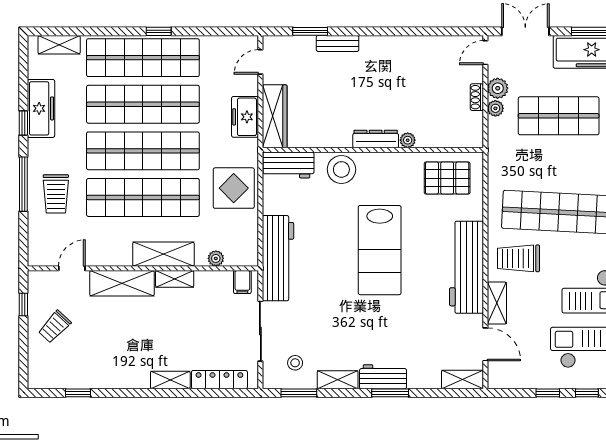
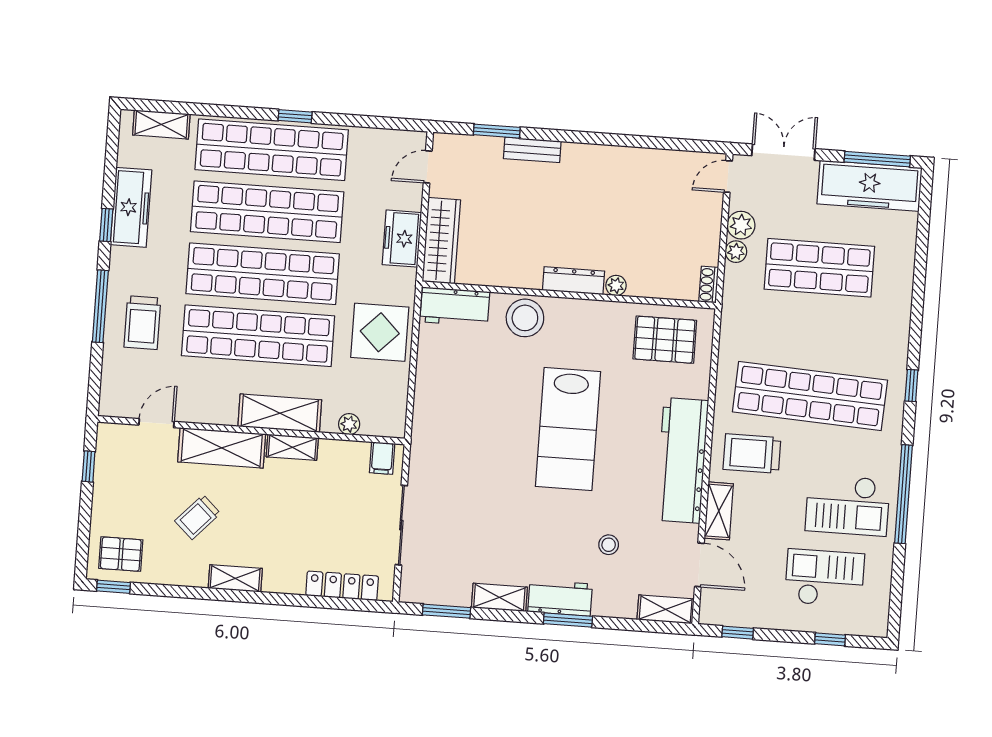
shoe rack: (477, 97) -> (709, 285), moved
workbench: (278, 258) -> (432, 430), removed
trolley: (55, 327) -> (198, 517), moved
stool: (295, 363) -> (609, 545), moved
pallet: (52, 368) -> (121, 554), added
shelving: (170, 380) -> (235, 578), moved
window: (78, 393) -> (113, 587), moved
window: (548, 393) -> (738, 633), moved

